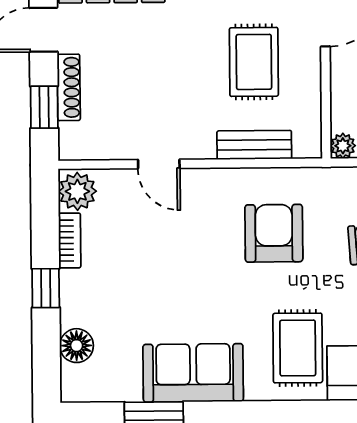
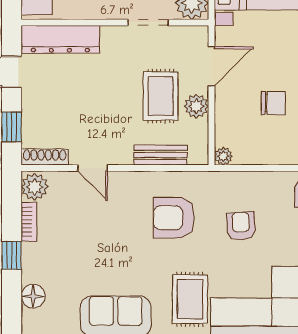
plant: (304, 76) -> (196, 106), added
shoe rack: (69, 87) -> (45, 157), moved, turned -90
armchair: (274, 233) -> (174, 218), turned -90

